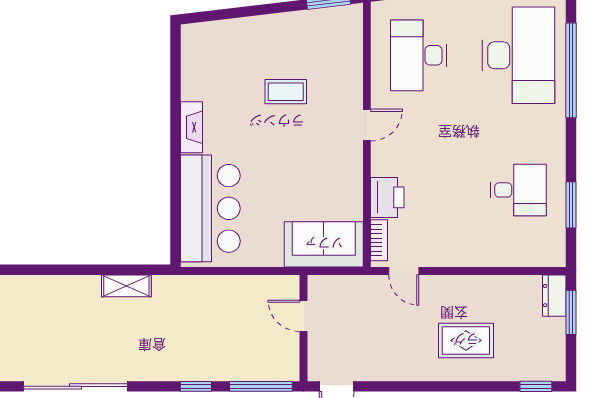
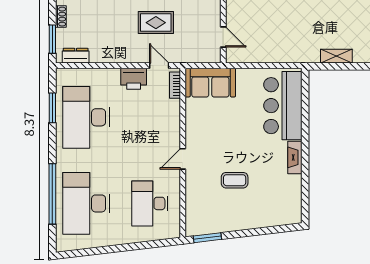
desk: (418, 55) -> (150, 203), turned 180
desk: (518, 190) -> (86, 117), width x1.87, depth x1.30
printer: (387, 197) -> (134, 79), moved, turned -90
dresser: (554, 296) -> (76, 56), moved, turned -90
rug: (466, 340) -> (156, 23), moved
shoe rack: (558, 348) -> (61, 17), added

